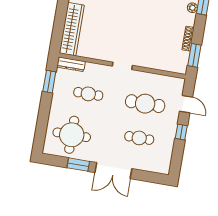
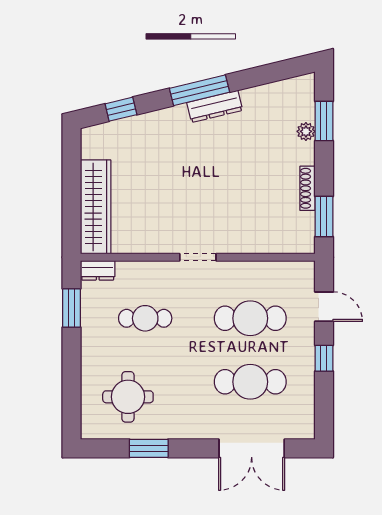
dresser: (71, 64) -> (98, 270), width x0.70
round table: (72, 135) -> (128, 397), width x0.73, depth x0.73
cafe table: (139, 138) -> (250, 382), width x1.37, depth x1.35
double door: (113, 171) -> (252, 448), moved

